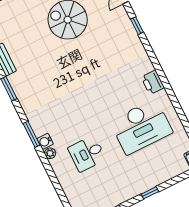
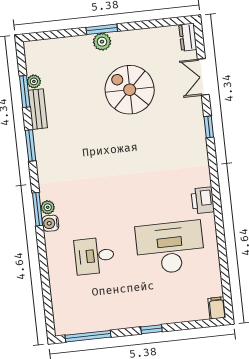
desk: (141, 127) -> (170, 248), turned 180
plant: (50, 153) -> (48, 207), moved

